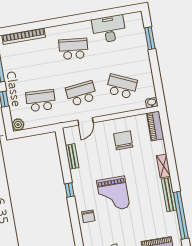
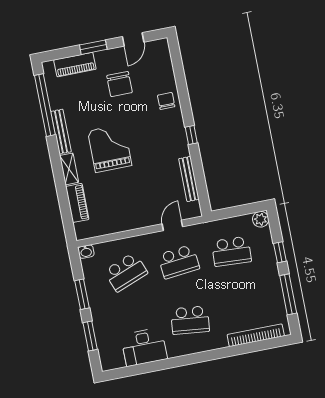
window: (155, 70) -> (82, 294), added
school desk: (122, 86) -> (126, 272), turned -45
piano: (155, 126) -> (77, 203), moved
chair: (123, 140) -> (120, 84), moved
bench: (72, 156) -> (189, 179), width x1.36
grand piano: (113, 194) -> (110, 148), moved

